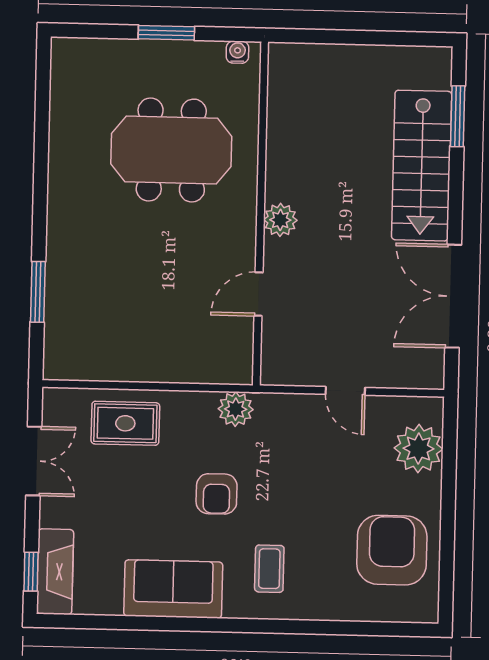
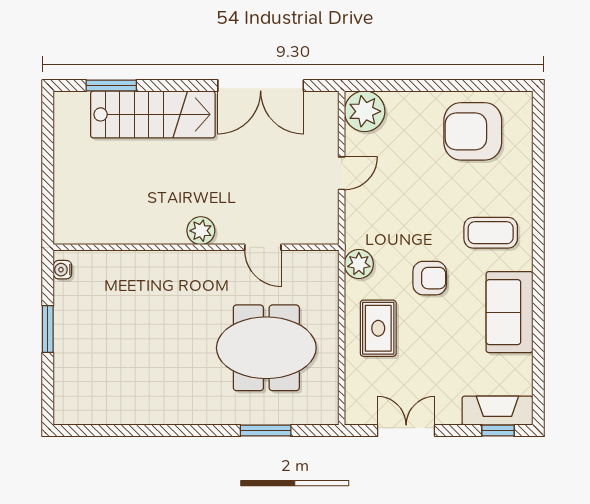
meeting table: (171, 150) -> (266, 348), moved, turned 90
rug: (125, 423) -> (378, 328), moved
plant: (419, 449) -> (365, 111), moved
coffee table: (269, 569) -> (491, 233), width x1.36, depth x1.30

